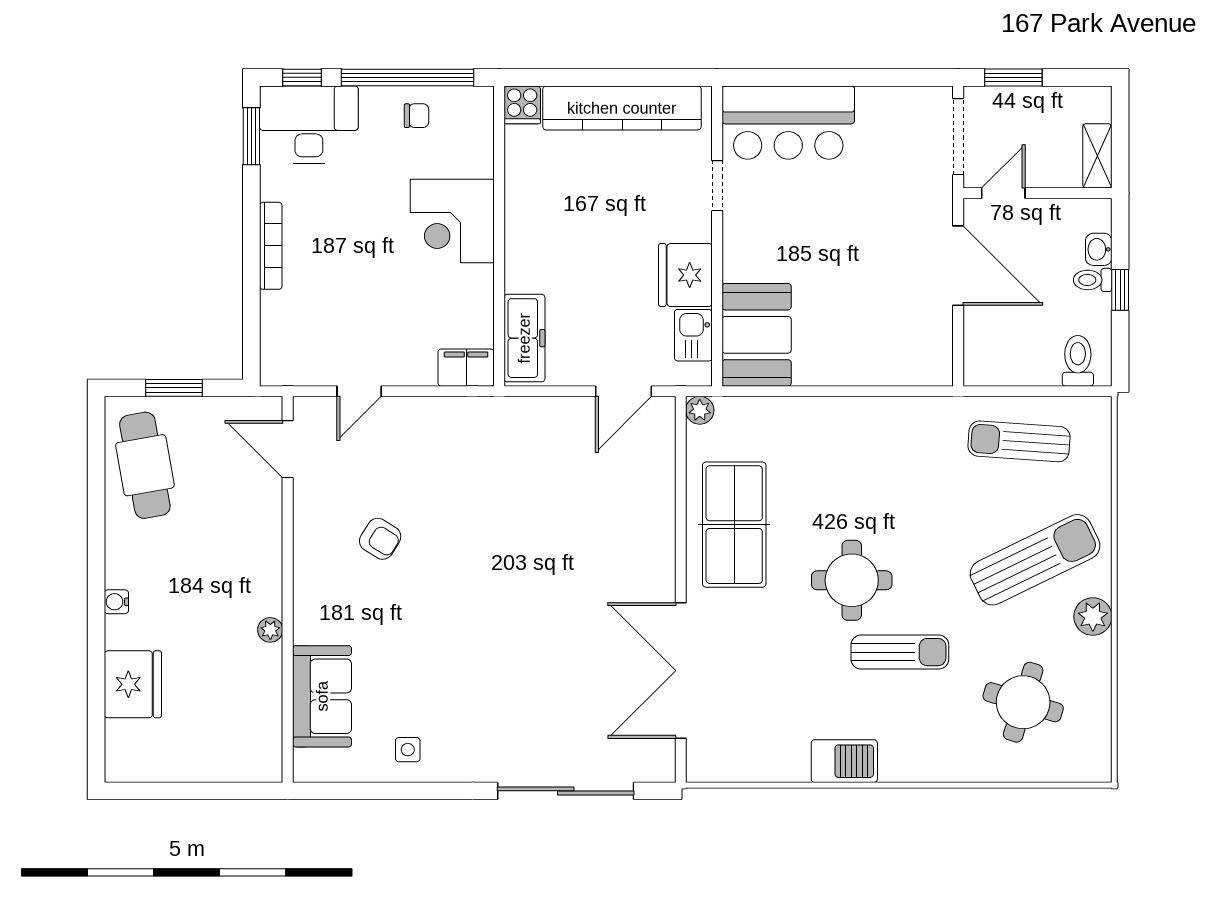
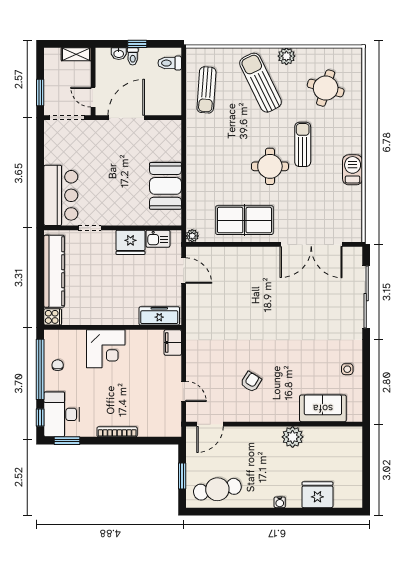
booth: (757, 335) -> (166, 186), moved, turned 90
plant: (270, 630) -> (293, 437), width x1.87, depth x1.87

